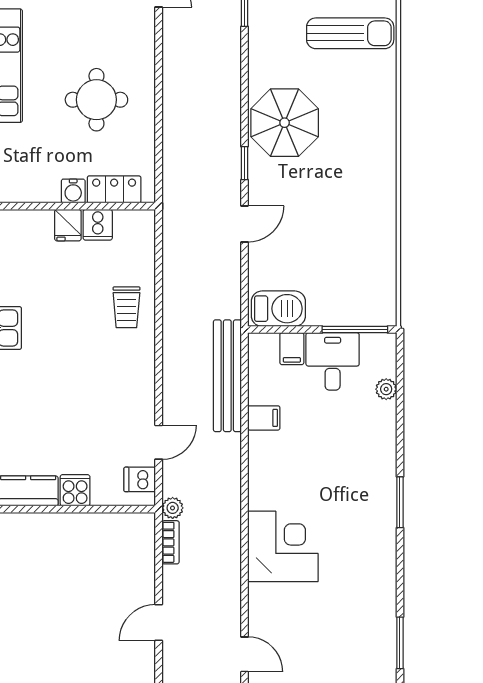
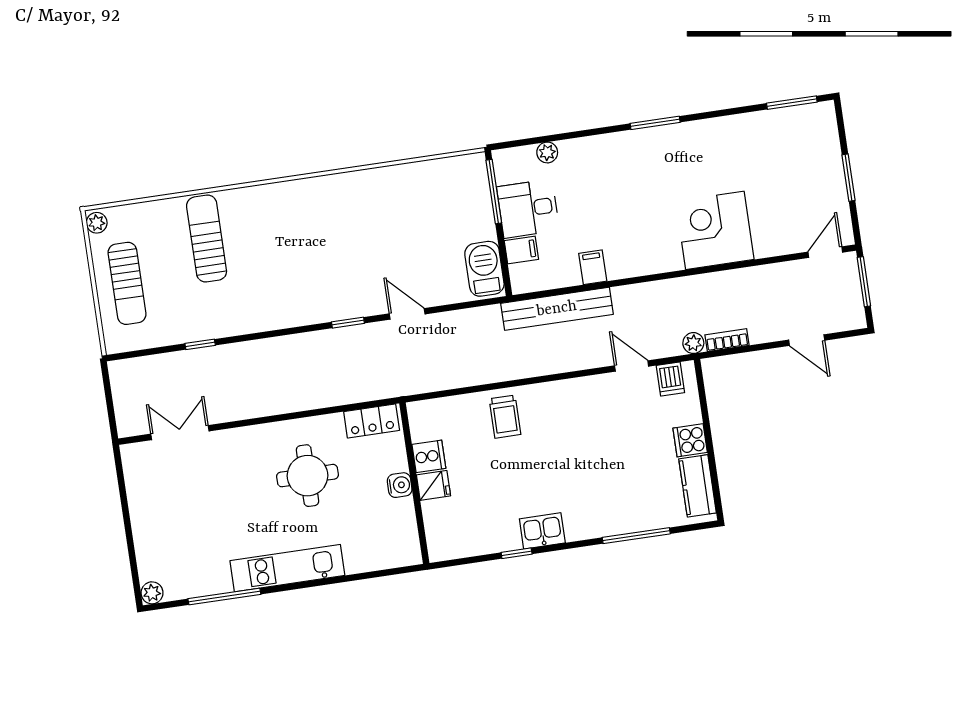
parasol: (285, 123) -> (303, 289), removed
locker: (114, 189) -> (372, 421), moved, turned -90
trolley: (126, 307) -> (505, 417), turned 90

